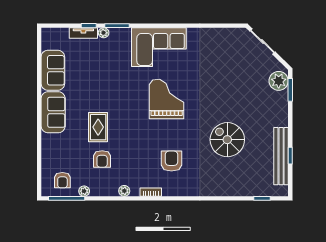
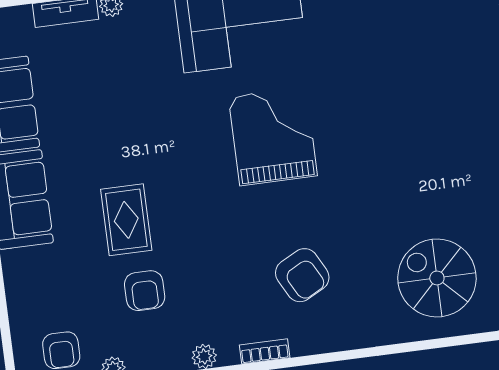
spiral stairs: (227, 140) -> (437, 278), moved
armchair: (171, 161) -> (302, 275), turned 152

